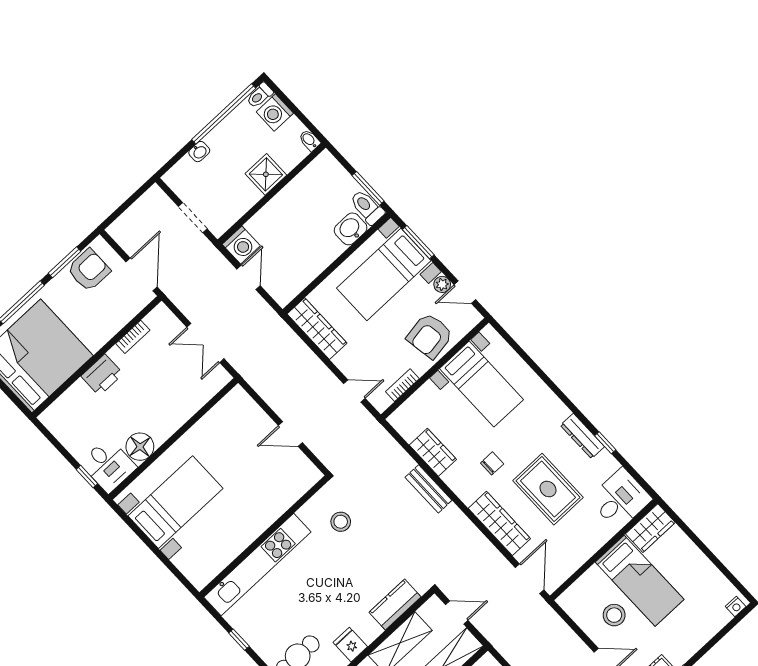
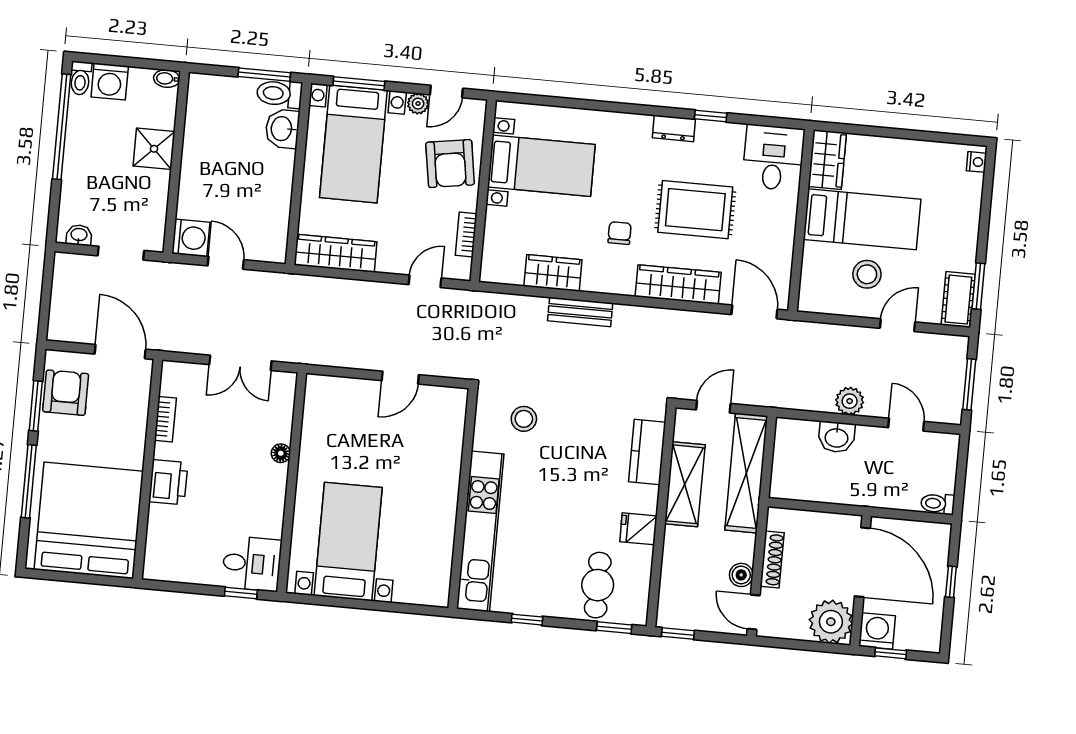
washbasin: (199, 152) -> (79, 235), moved, turned -90
dresser: (582, 436) -> (674, 128), width x0.70
floor lamp: (140, 447) -> (281, 453), moved, width x0.53, depth x0.53

